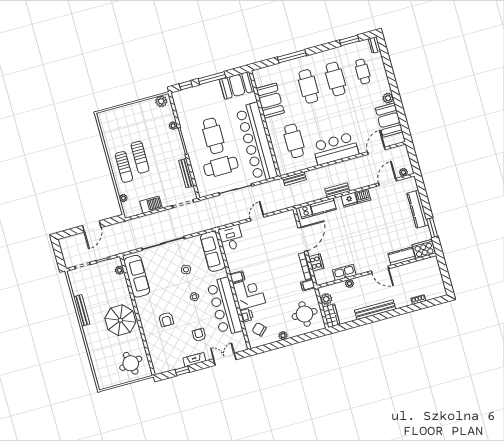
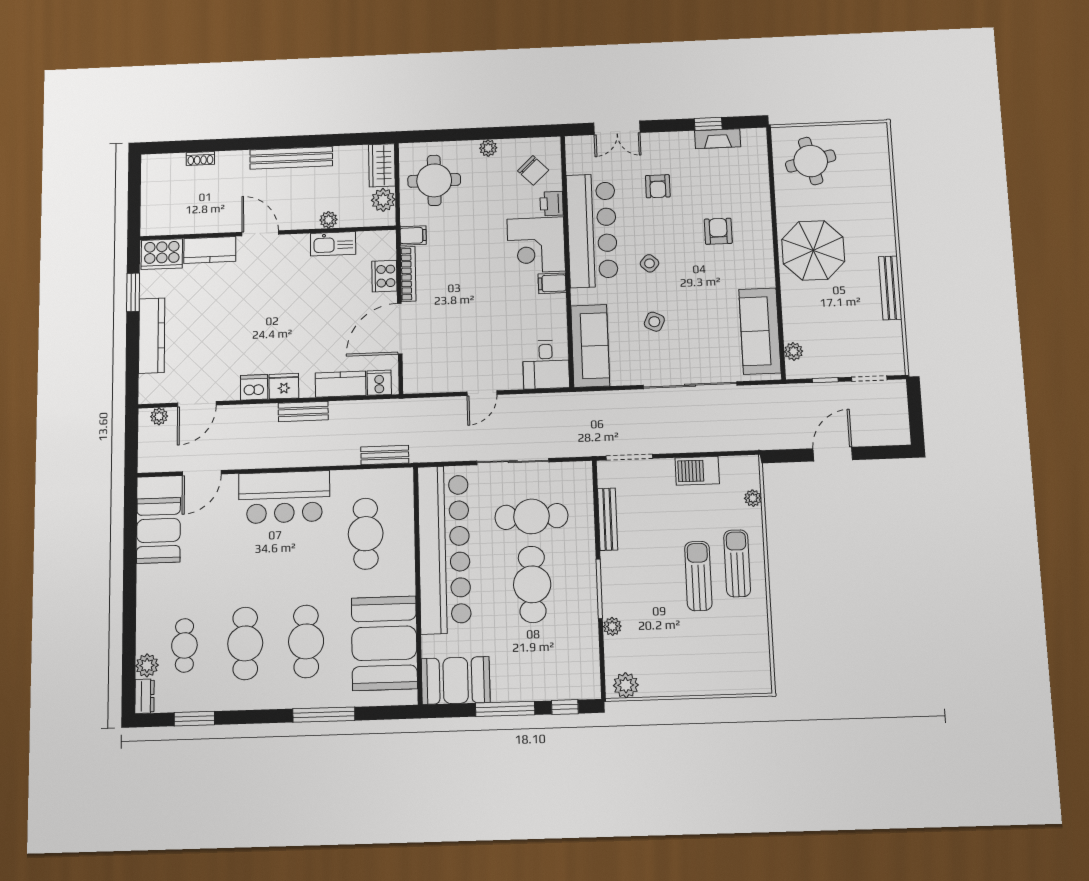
plant: (388, 98) -> (147, 665), moved
booth: (270, 101) -> (384, 643), width x1.36, depth x1.42
fireplace: (194, 360) -> (718, 139), moved

